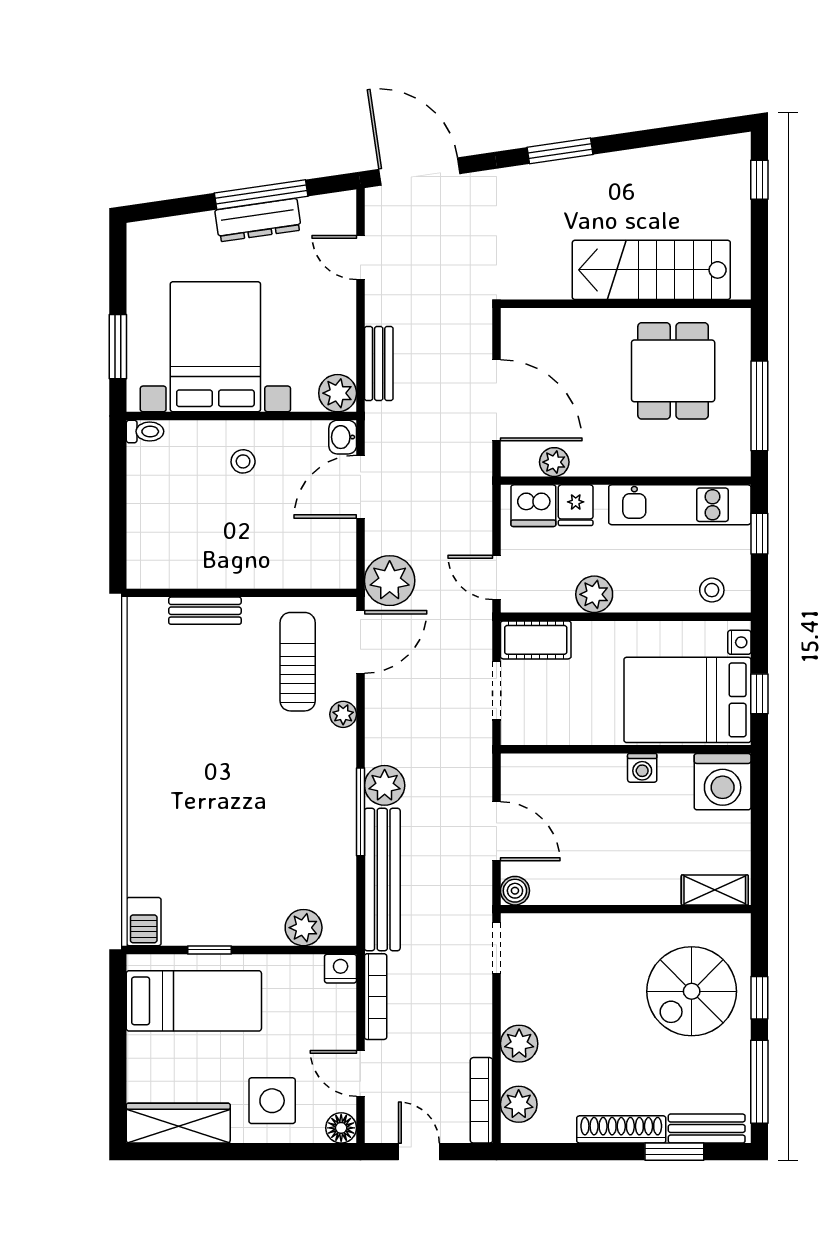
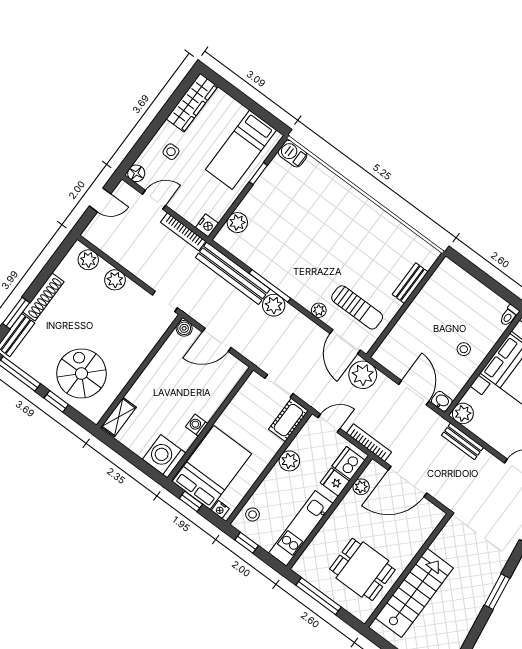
window: (759, 534) -> (247, 543), moved
bookcase: (481, 1100) -> (369, 443), moved
side table: (272, 1101) -> (171, 152), width x0.54, depth x0.54

